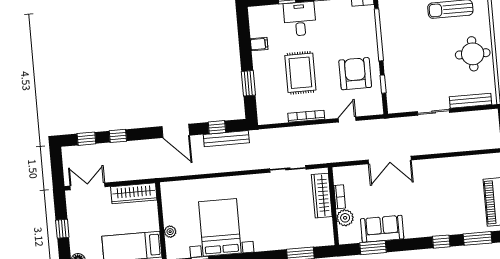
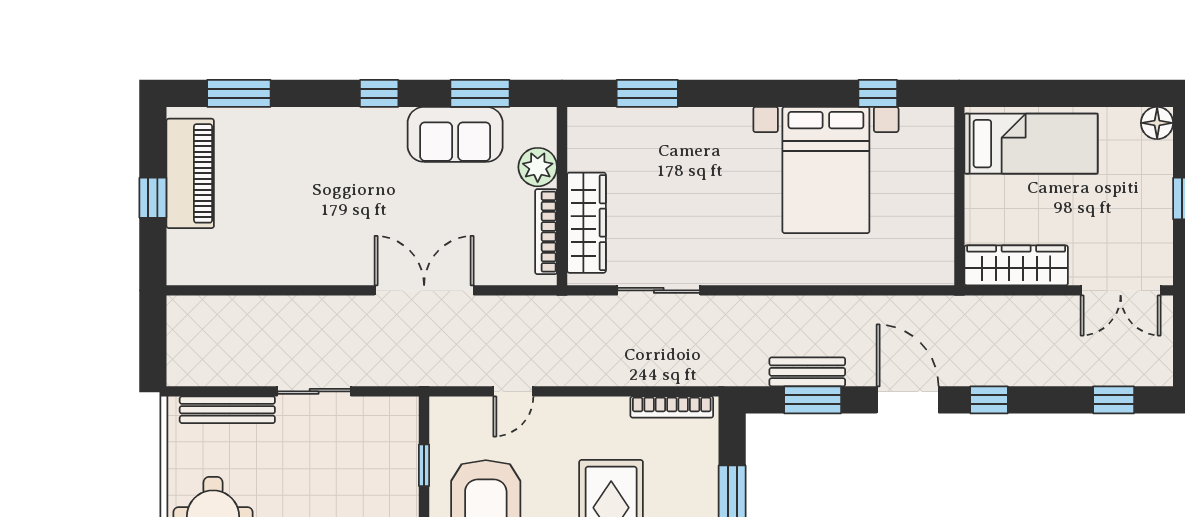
bookcase: (306, 116) -> (672, 407), moved
window: (217, 127) -> (813, 400), width x1.50
window: (118, 136) -> (989, 400), moved
bench: (226, 139) -> (807, 372), width x0.73
bookcase: (340, 197) -> (546, 232), width x1.56
plant: (170, 232) -> (941, 170), removed
window: (441, 242) -> (379, 93), moved

